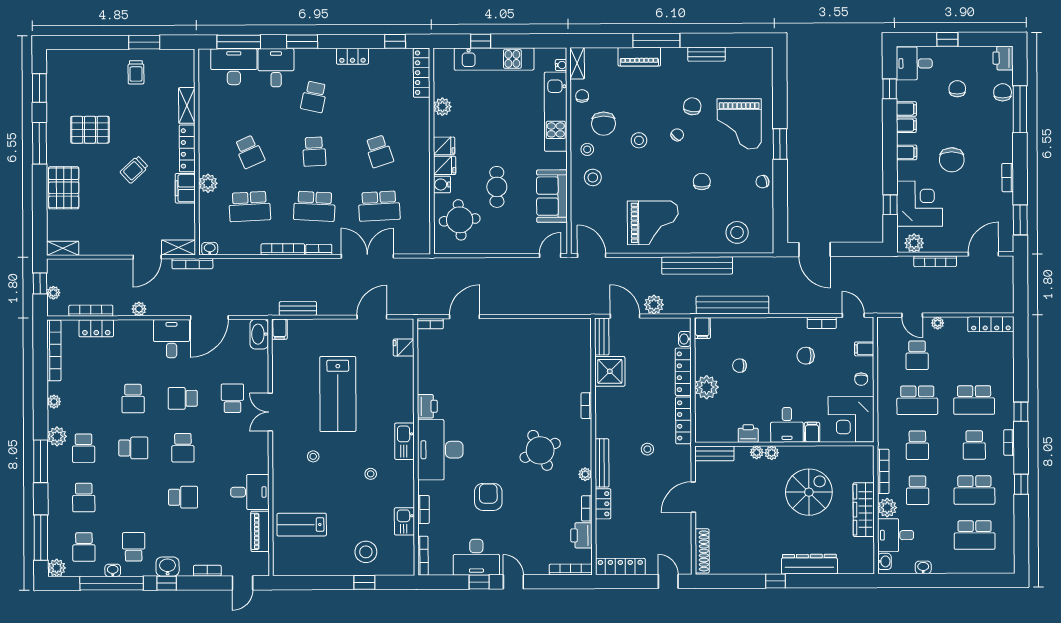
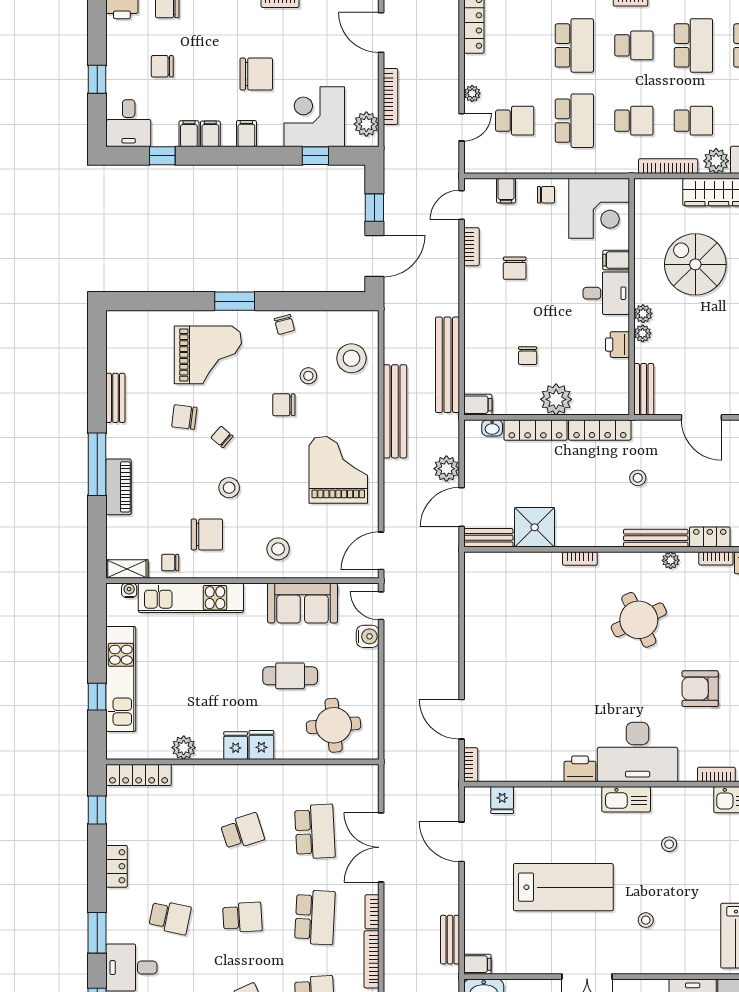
stool: (587, 149) -> (308, 376), moved
water cooler: (442, 185) -> (368, 636), moved, turned -90
window: (851, 249) -> (374, 208), added

